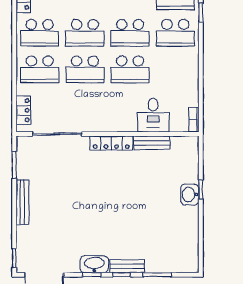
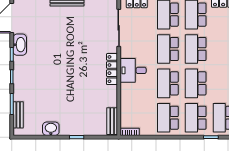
school desk: (175, 69) -> (168, 118), added
desk: (153, 115) -> (133, 70), moved
bench: (152, 143) -> (112, 121), moved
washbasin: (190, 195) -> (51, 129), moved
washbasin: (94, 264) -> (20, 45), moved
bench: (127, 266) -> (18, 115), moved

